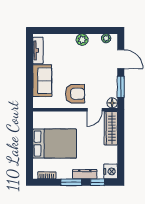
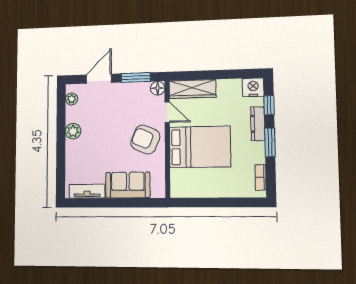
armchair: (75, 94) -> (145, 140), turned -67
bed: (55, 144) -> (200, 147), moved, turned 90

